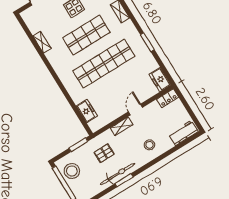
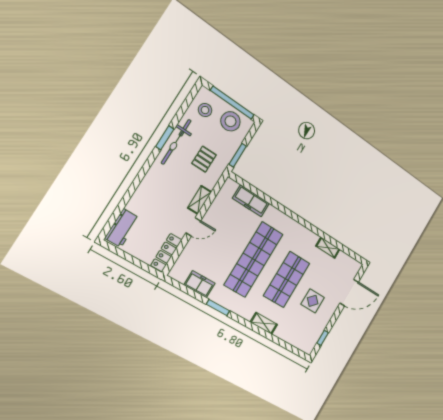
freezer: (160, 80) -> (199, 284), moved
locker: (168, 98) -> (166, 253), width x1.53
door: (135, 110) -> (193, 227), hinge flipped
freezer: (87, 111) -> (251, 201), width x1.40
stool: (150, 145) -> (205, 110), moved

